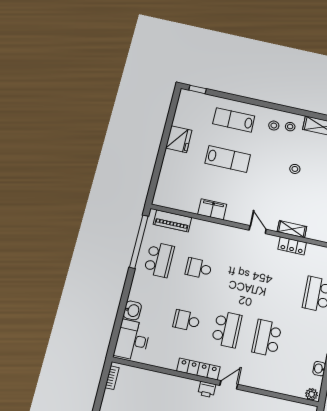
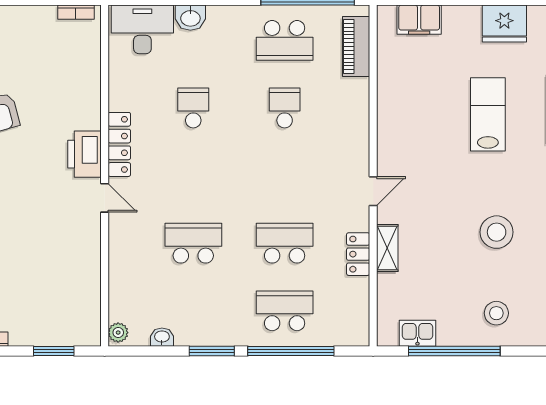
lab bench: (228, 159) -> (488, 114), turned 180
stool: (295, 169) -> (497, 232), width x1.89, depth x1.89
filing cabinet: (212, 209) -> (419, 20), moved, turned 90
school desk: (227, 329) -> (285, 243), moved, turned 180
printer: (207, 389) -> (84, 154), width x1.87, depth x1.48

